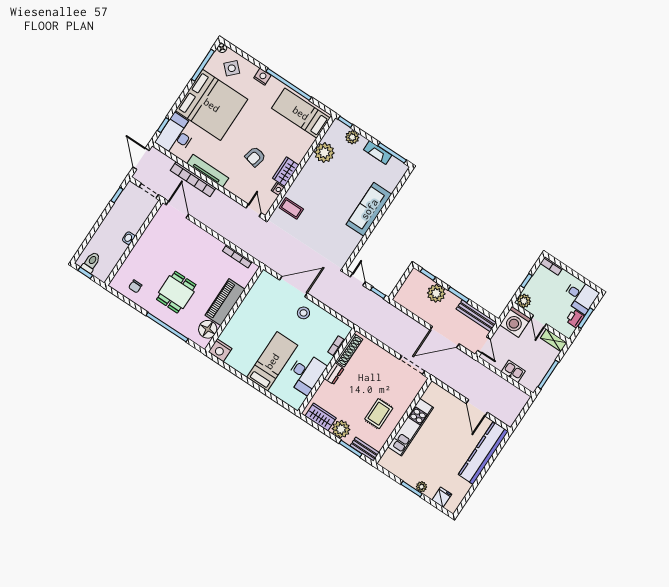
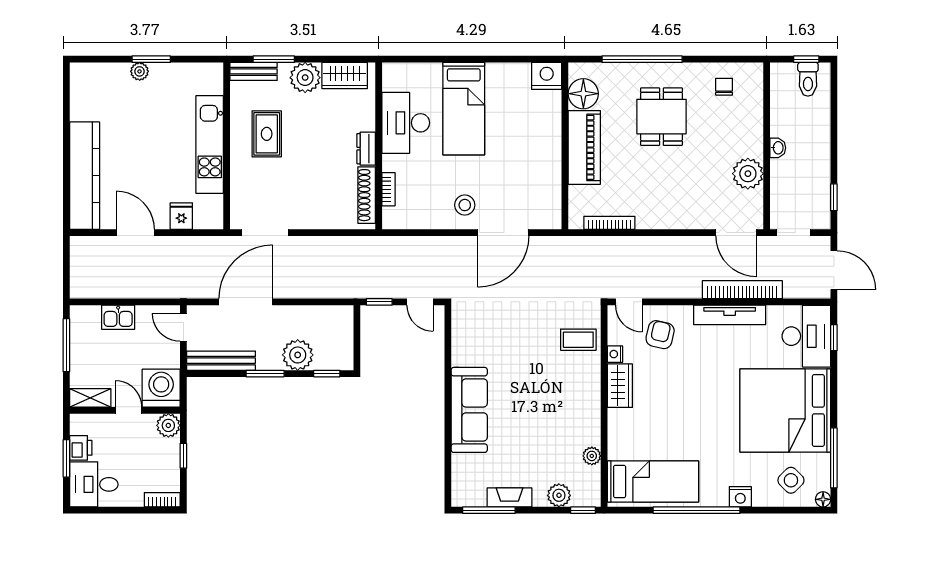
plant: (324, 153) -> (592, 456), width x0.53, depth x0.53
armchair: (255, 157) -> (660, 335), moved
plant: (152, 235) -> (748, 174), added
fridge: (442, 497) -> (181, 216), moved, turned 180

